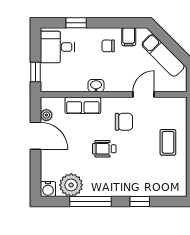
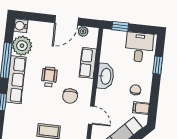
washbasin: (96, 86) -> (105, 76), width x1.91, depth x1.45
row of seats: (112, 188) -> (16, 80), added

